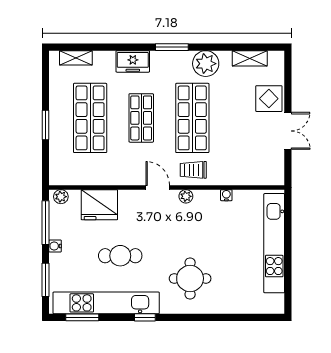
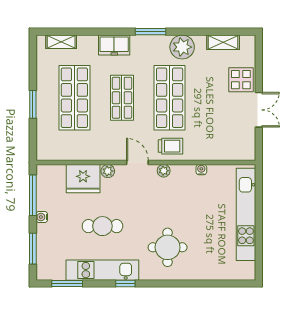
trolley: (193, 170) -> (170, 146), turned 180
plant: (61, 197) -> (108, 171), moved
kitchen unit: (106, 303) -> (102, 270), width x0.73

